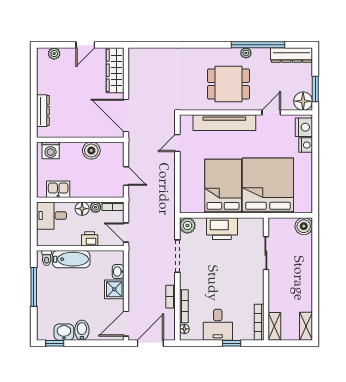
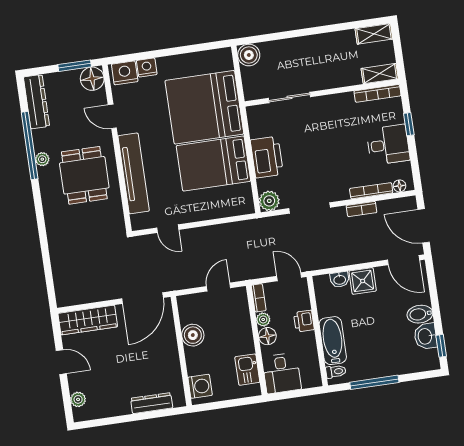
door: (126, 232) -> (289, 277), swing flipped

